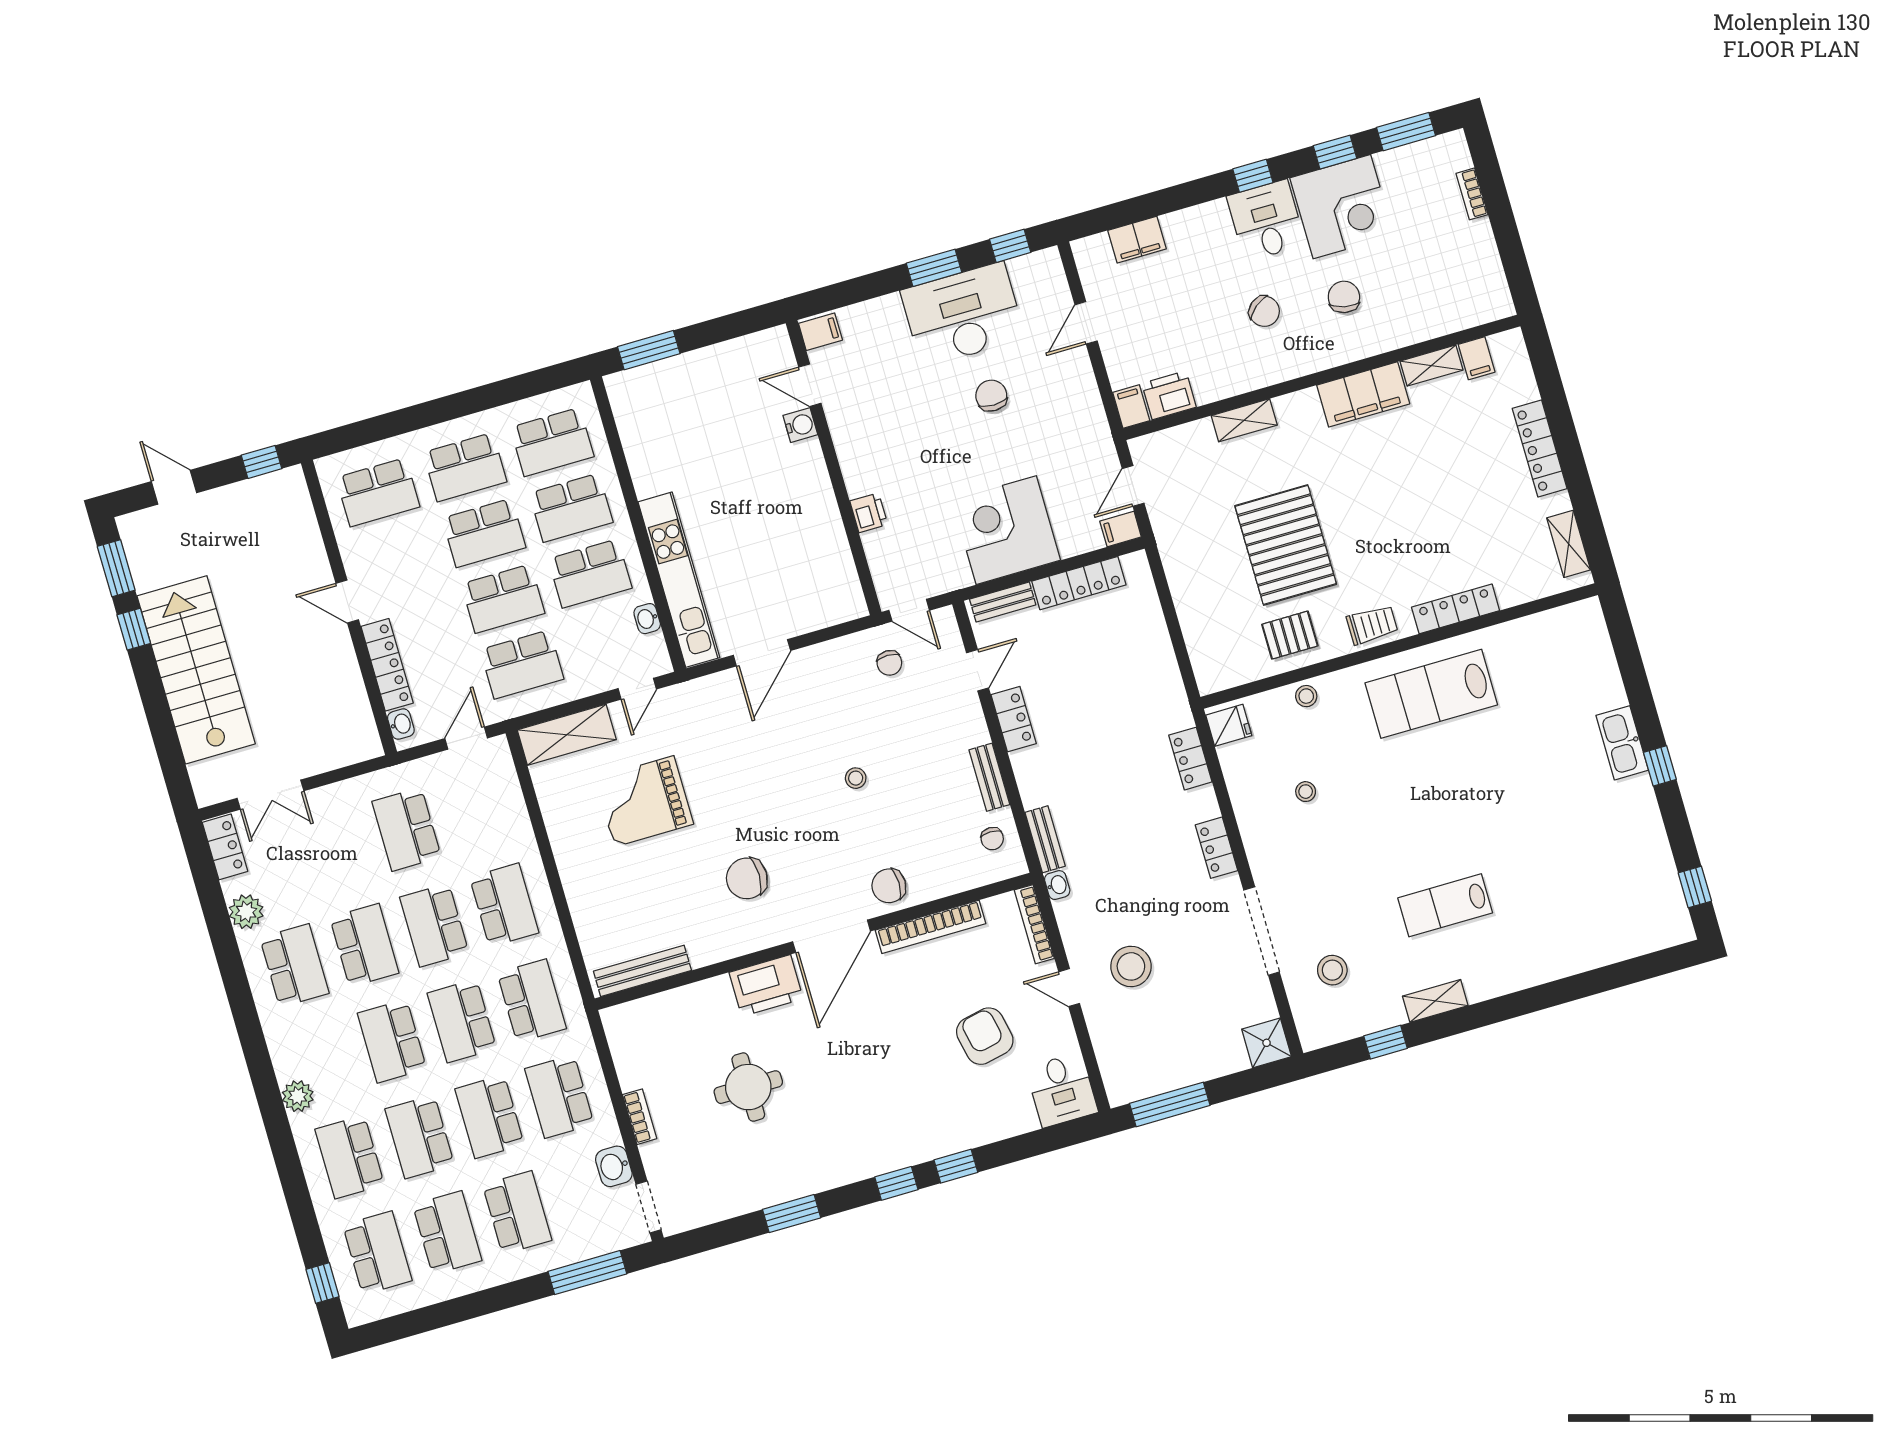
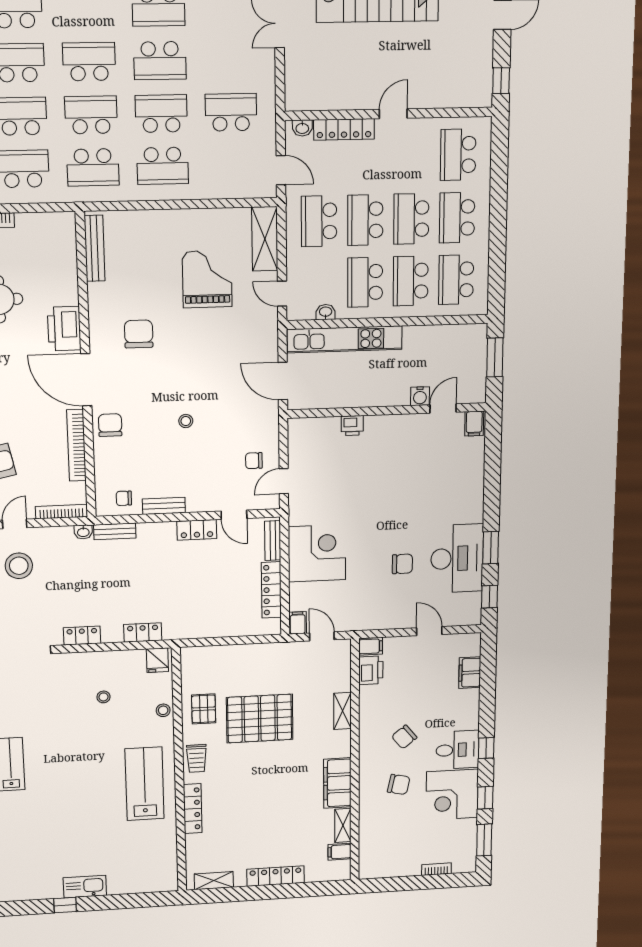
filing cabinet: (820, 332) -> (474, 424), moved
door: (810, 385) -> (443, 408), moved
water cooler: (800, 425) -> (420, 396), moved
wall: (834, 468) -> (387, 411), moved
printer: (869, 513) -> (352, 426), moved

